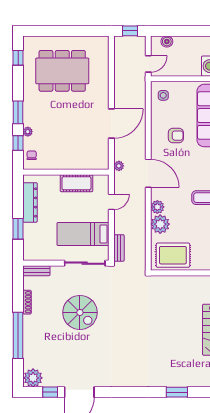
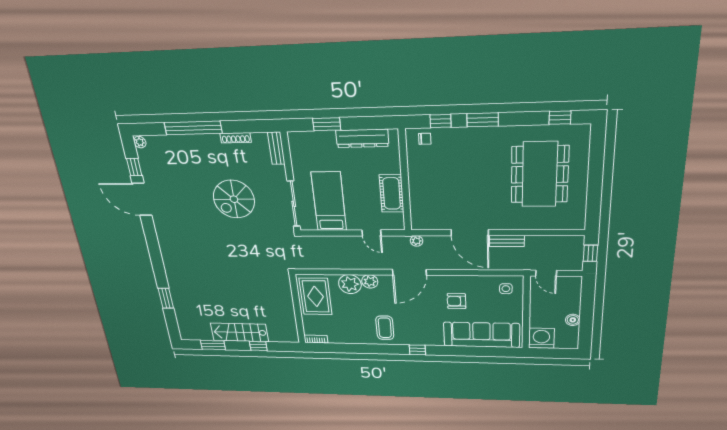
boiler: (167, 41) -> (573, 320), moved
plant: (28, 132) -> (456, 133), removed
armchair: (176, 136) -> (457, 301), turned 90
bench: (119, 248) -> (507, 241), moved
plant: (33, 378) -> (140, 142), width x0.53, depth x0.53

